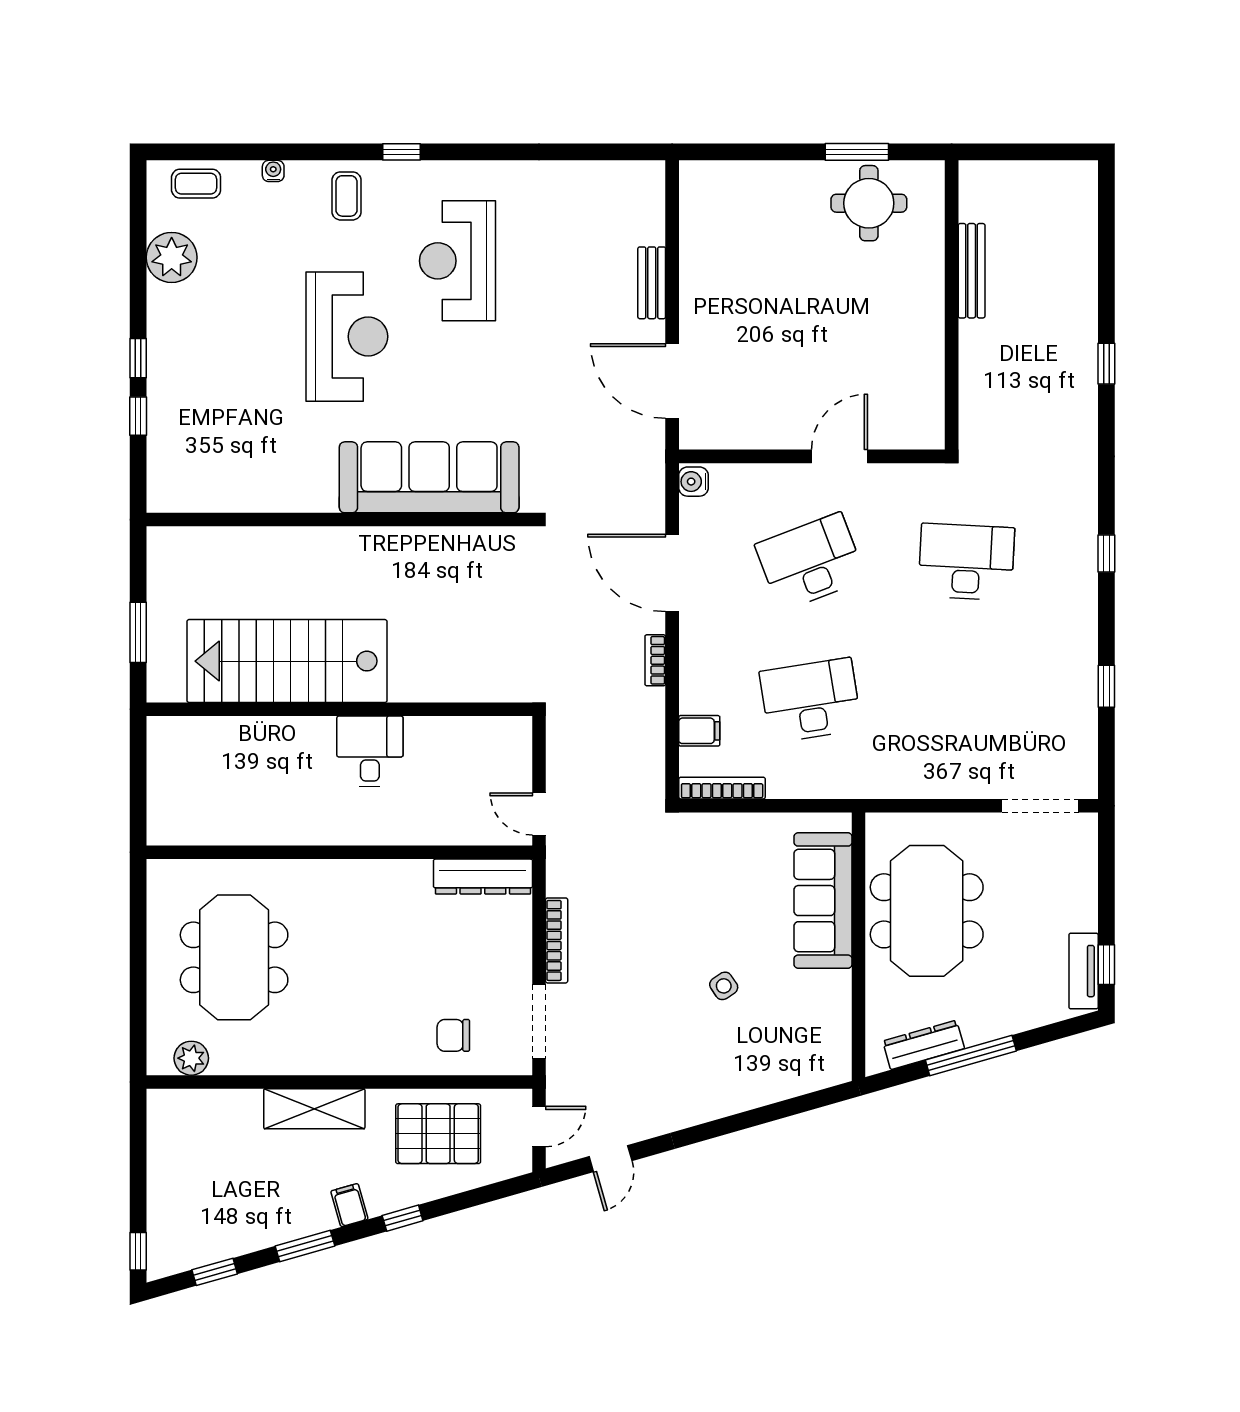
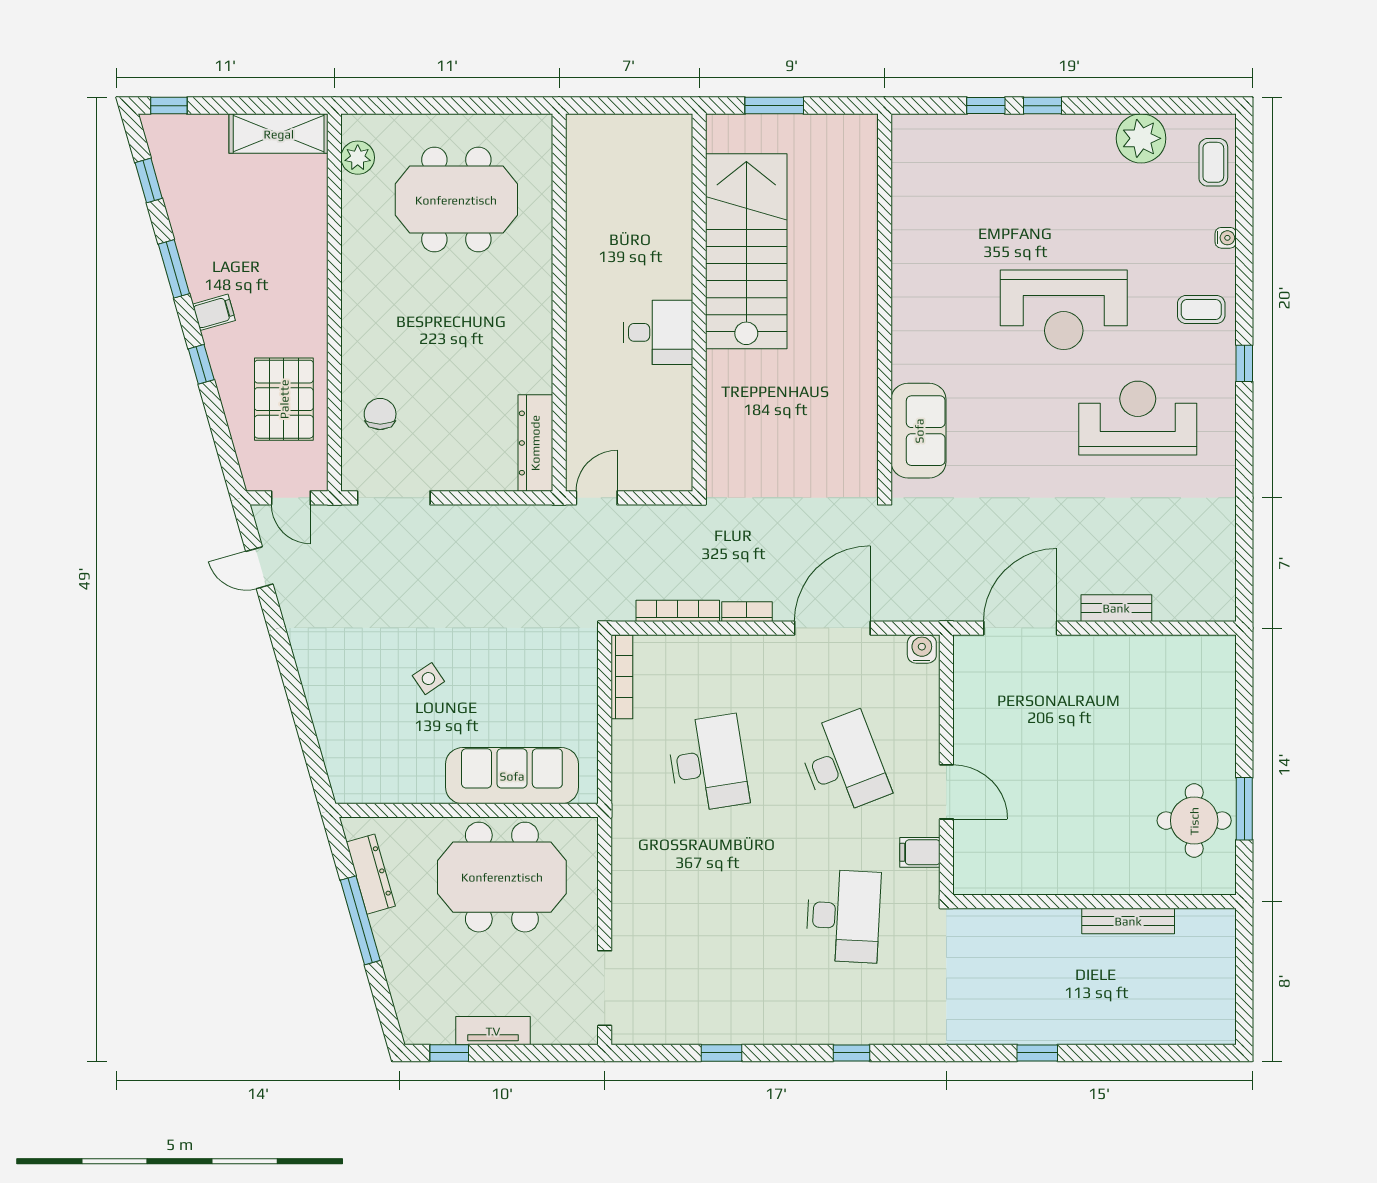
sofa: (429, 477) -> (919, 431), width x0.54, depth x0.79
filing cabinet: (699, 731) -> (920, 852), moved, turned 90
bookcase: (557, 940) -> (678, 611), moved, turned 180
tv unit: (1084, 971) -> (493, 1031), moved
shelving: (314, 1109) -> (279, 134), moved, turned 90

